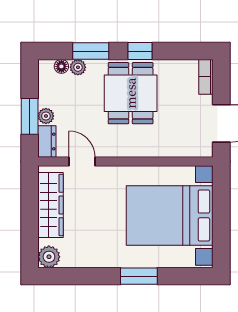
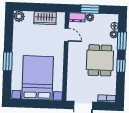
dining table: (131, 93) -> (100, 60), turned 90
door: (82, 161) -> (66, 35), hinge flipped
wardrobe: (51, 205) -> (45, 18), width x0.67

